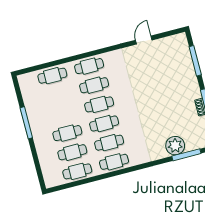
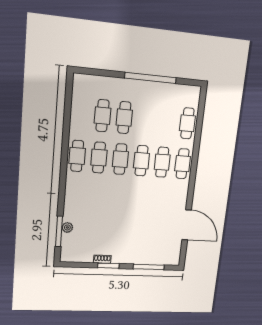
door: (144, 40) -> (187, 225), width x1.88
window: (26, 123) -> (151, 78), width x1.46
plant: (175, 146) -> (67, 227), width x0.53, depth x0.53
cafe table: (77, 171) -> (80, 114), removed

